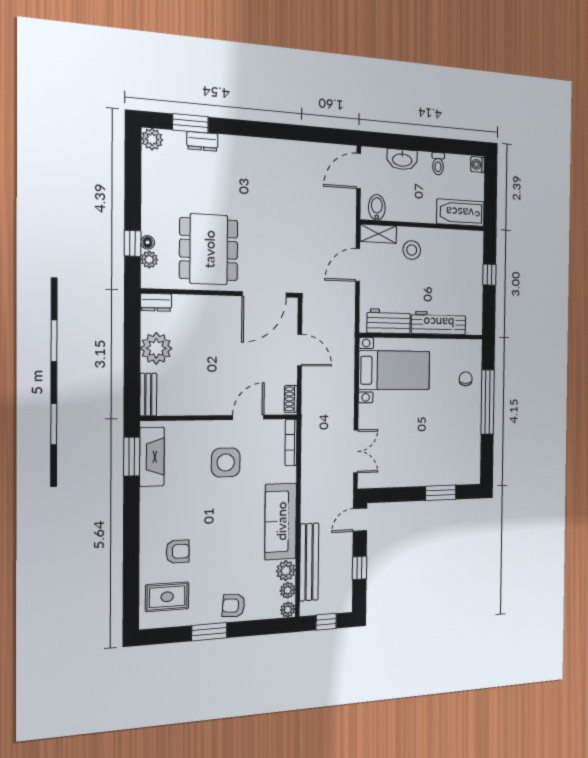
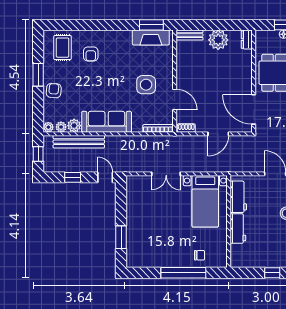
plant: (149, 260) -> (273, 35), removed
workbench: (439, 323) -> (238, 228), width x0.73
double door: (356, 451) -> (166, 174), moved

